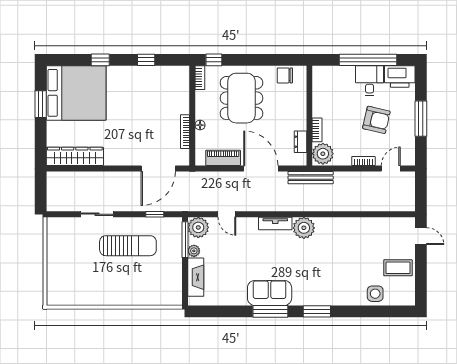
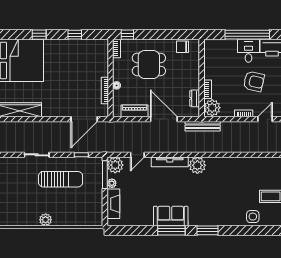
dining table: (241, 98) -> (149, 64), width x0.73
door: (227, 214) -> (137, 155), hinge flipped
tv unit: (275, 223) -> (170, 162), width x1.41
plant: (109, 298) -> (46, 220), added

